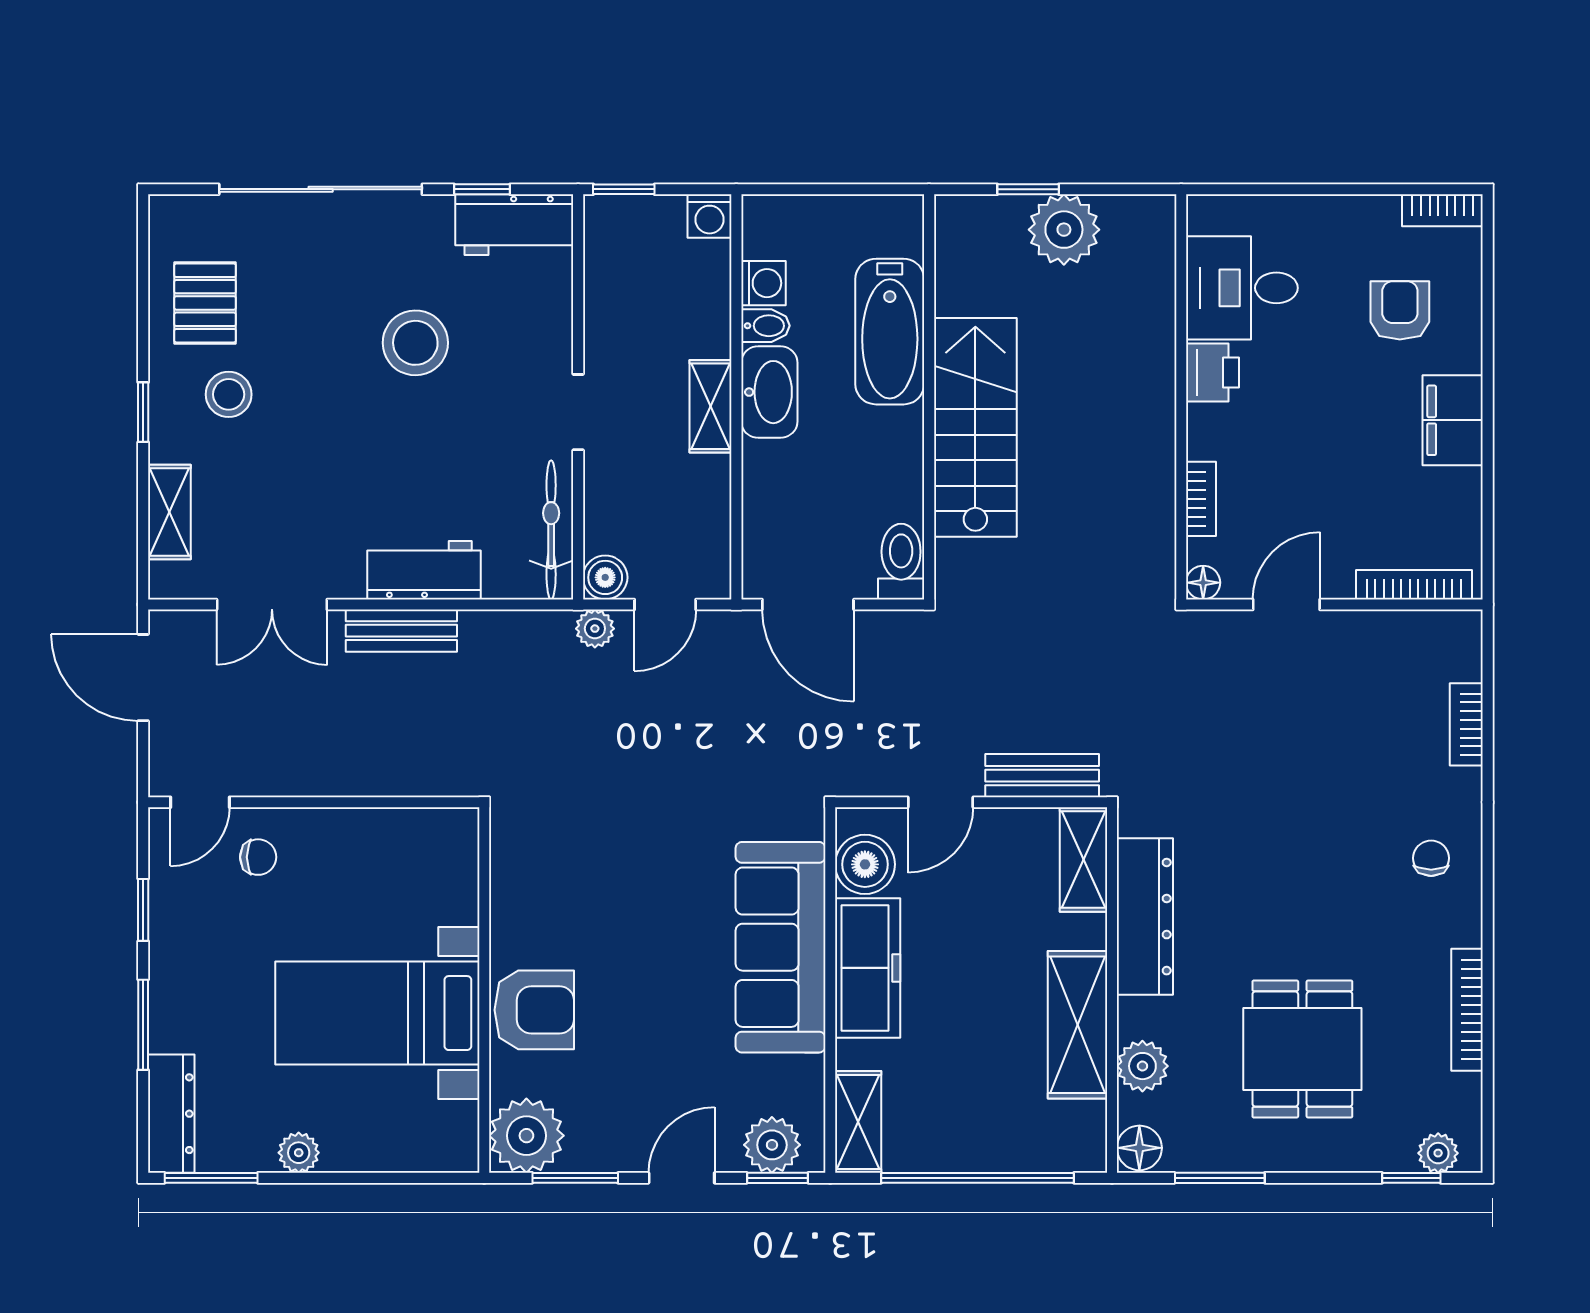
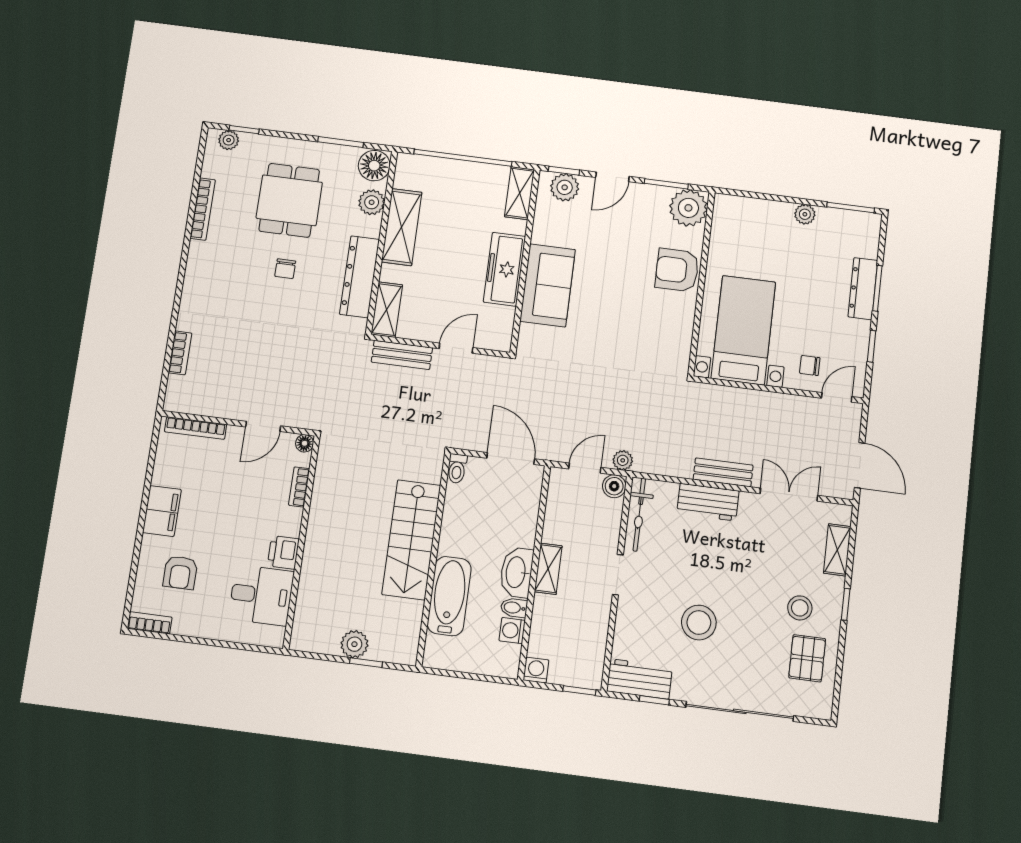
plant: (1064, 230) -> (354, 644), width x0.73, depth x0.73
toilet: (901, 562) -> (457, 469), width x0.73, depth x0.72
chair: (1431, 858) -> (285, 269), moved
boiler: (865, 864) -> (499, 322), removed
sofa: (780, 947) -> (548, 285), width x0.73
bed with nightstands: (377, 1013) -> (743, 330), moved, turned -90
dresser: (171, 1114) -> (863, 289), moved
floor lamp: (1139, 1148) -> (374, 166), width x1.38, depth x1.38

